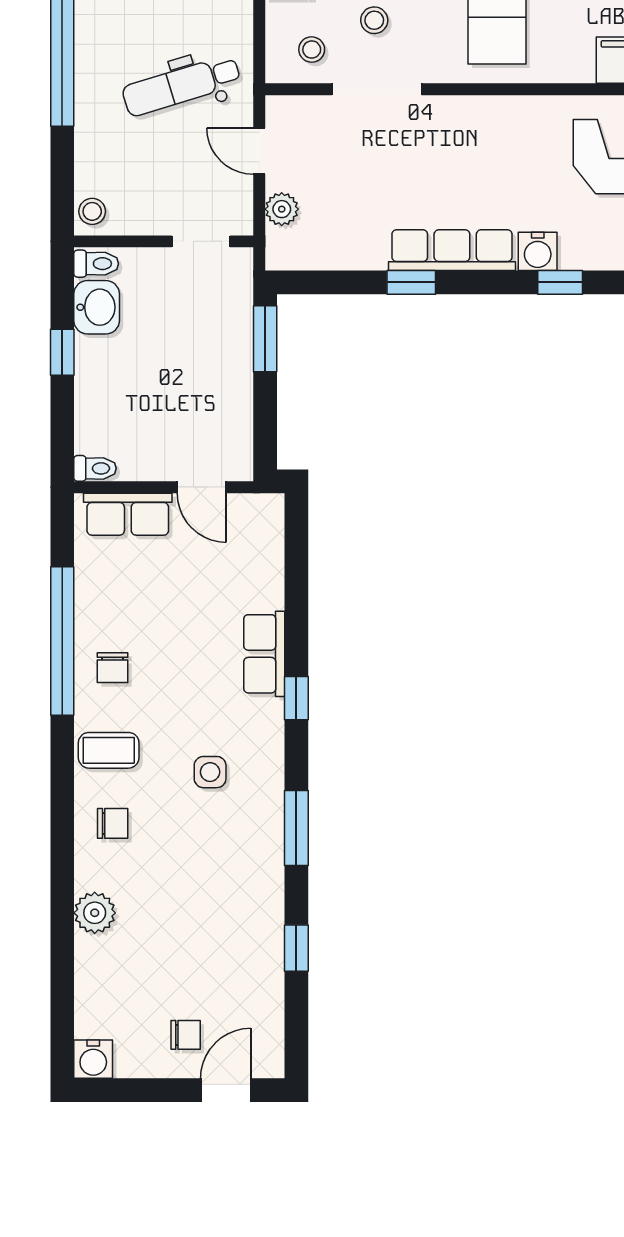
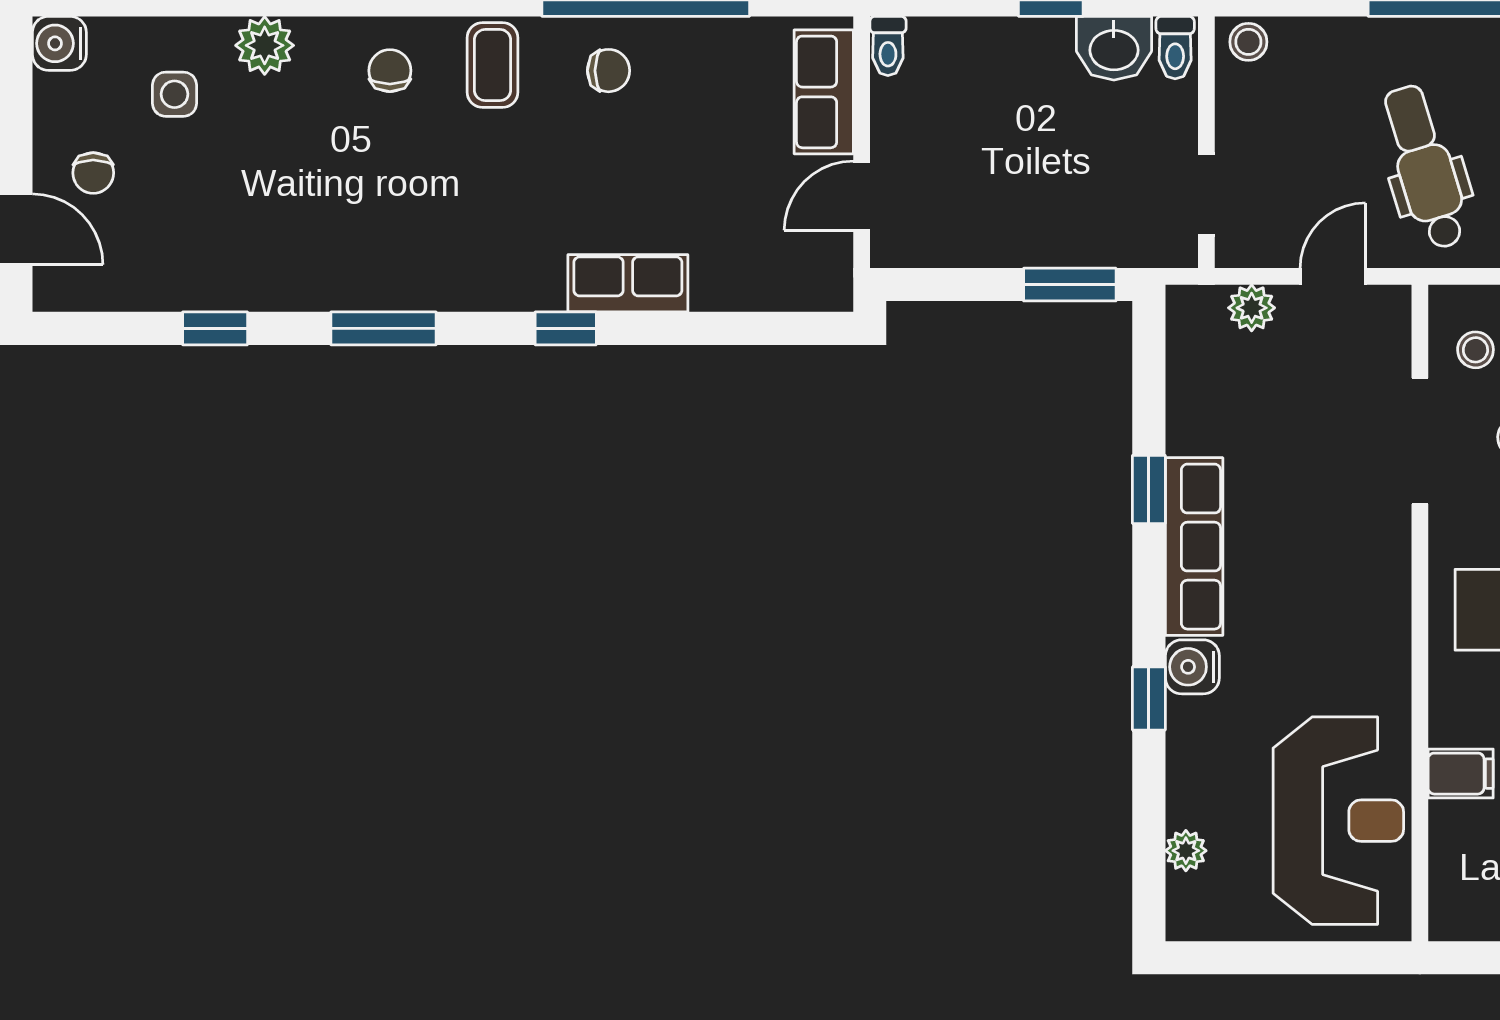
chair: (113, 668) -> (608, 71), turned 180
side table: (210, 772) -> (175, 94), moved
chair: (113, 823) -> (390, 71), turned 180

